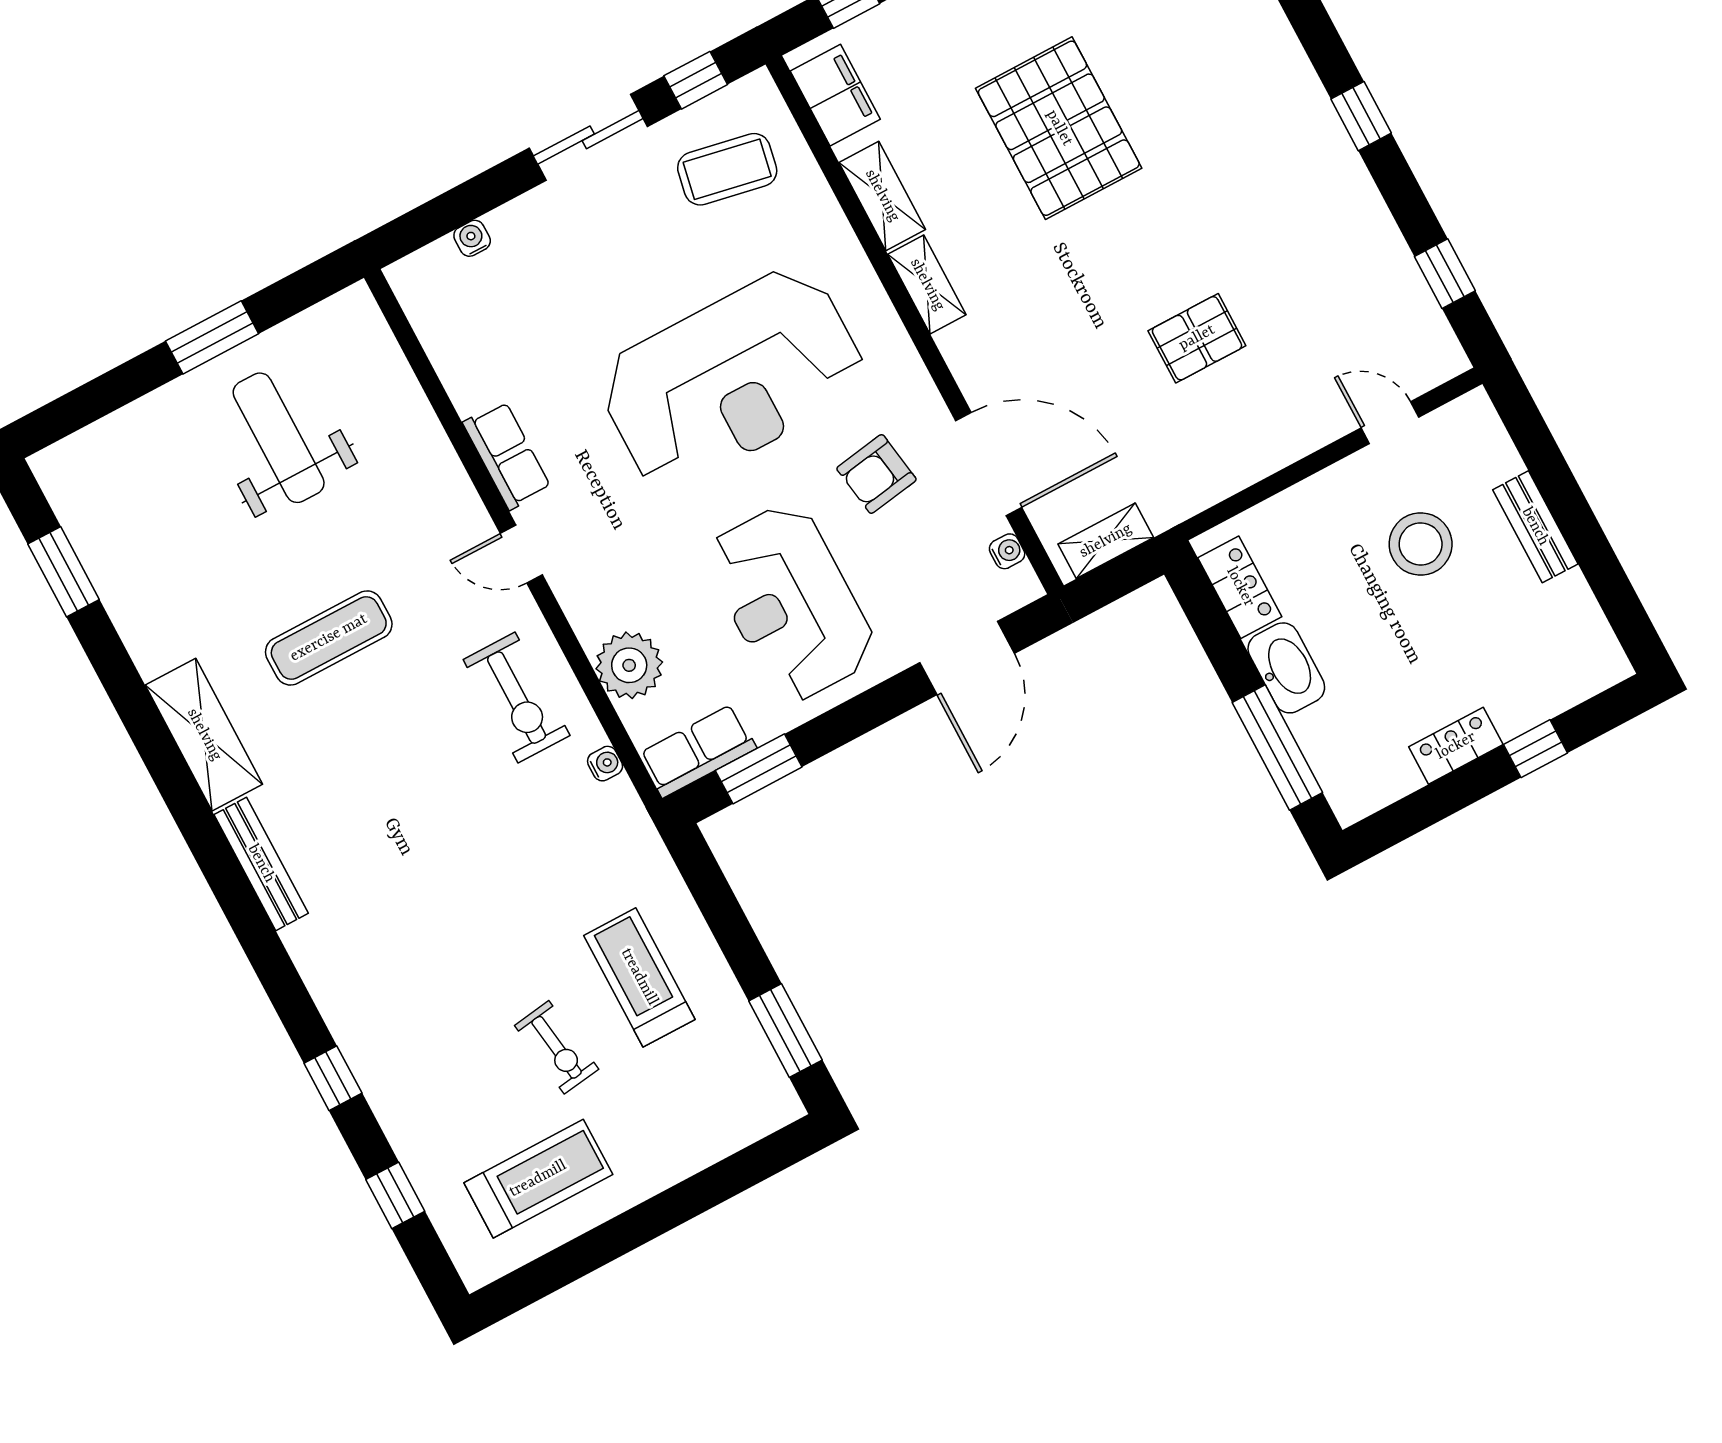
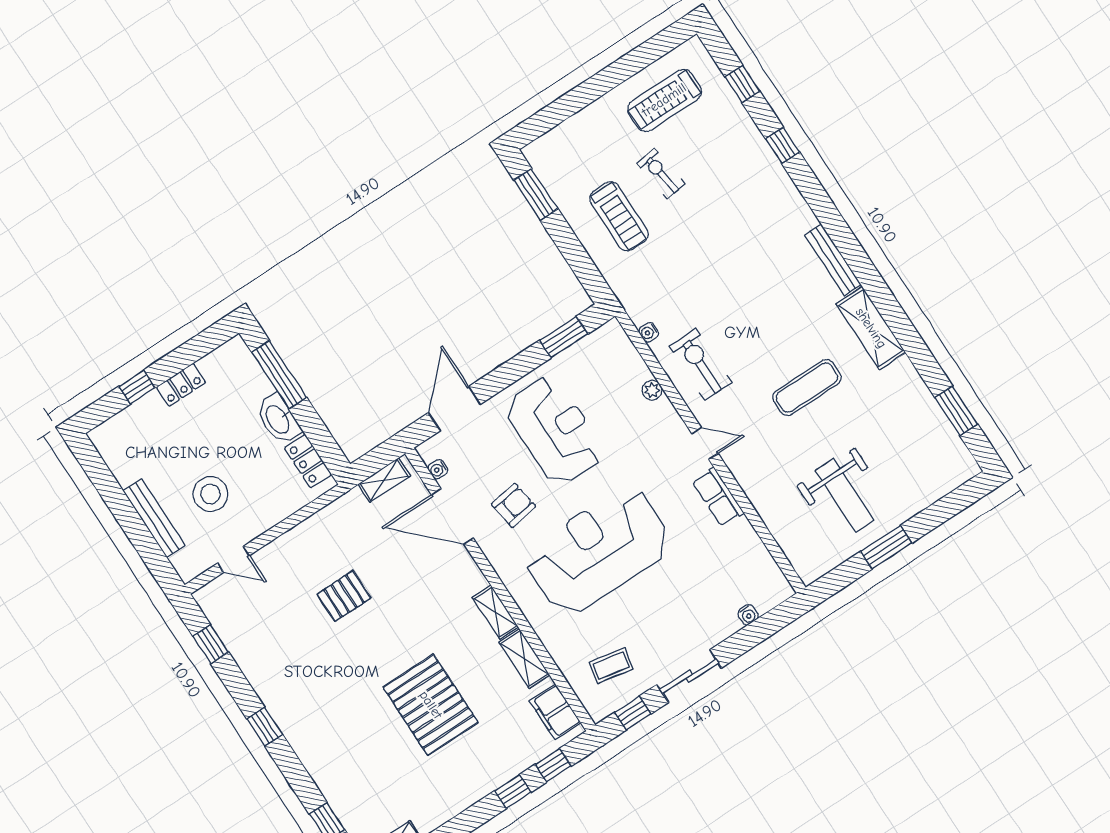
coffee table: (727, 169) -> (611, 666), width x0.73, depth x0.77
bench: (1535, 527) -> (154, 518), width x1.36
plant: (629, 665) -> (652, 390), width x0.53, depth x0.53
row of seats: (698, 751) -> (598, 344), removed

